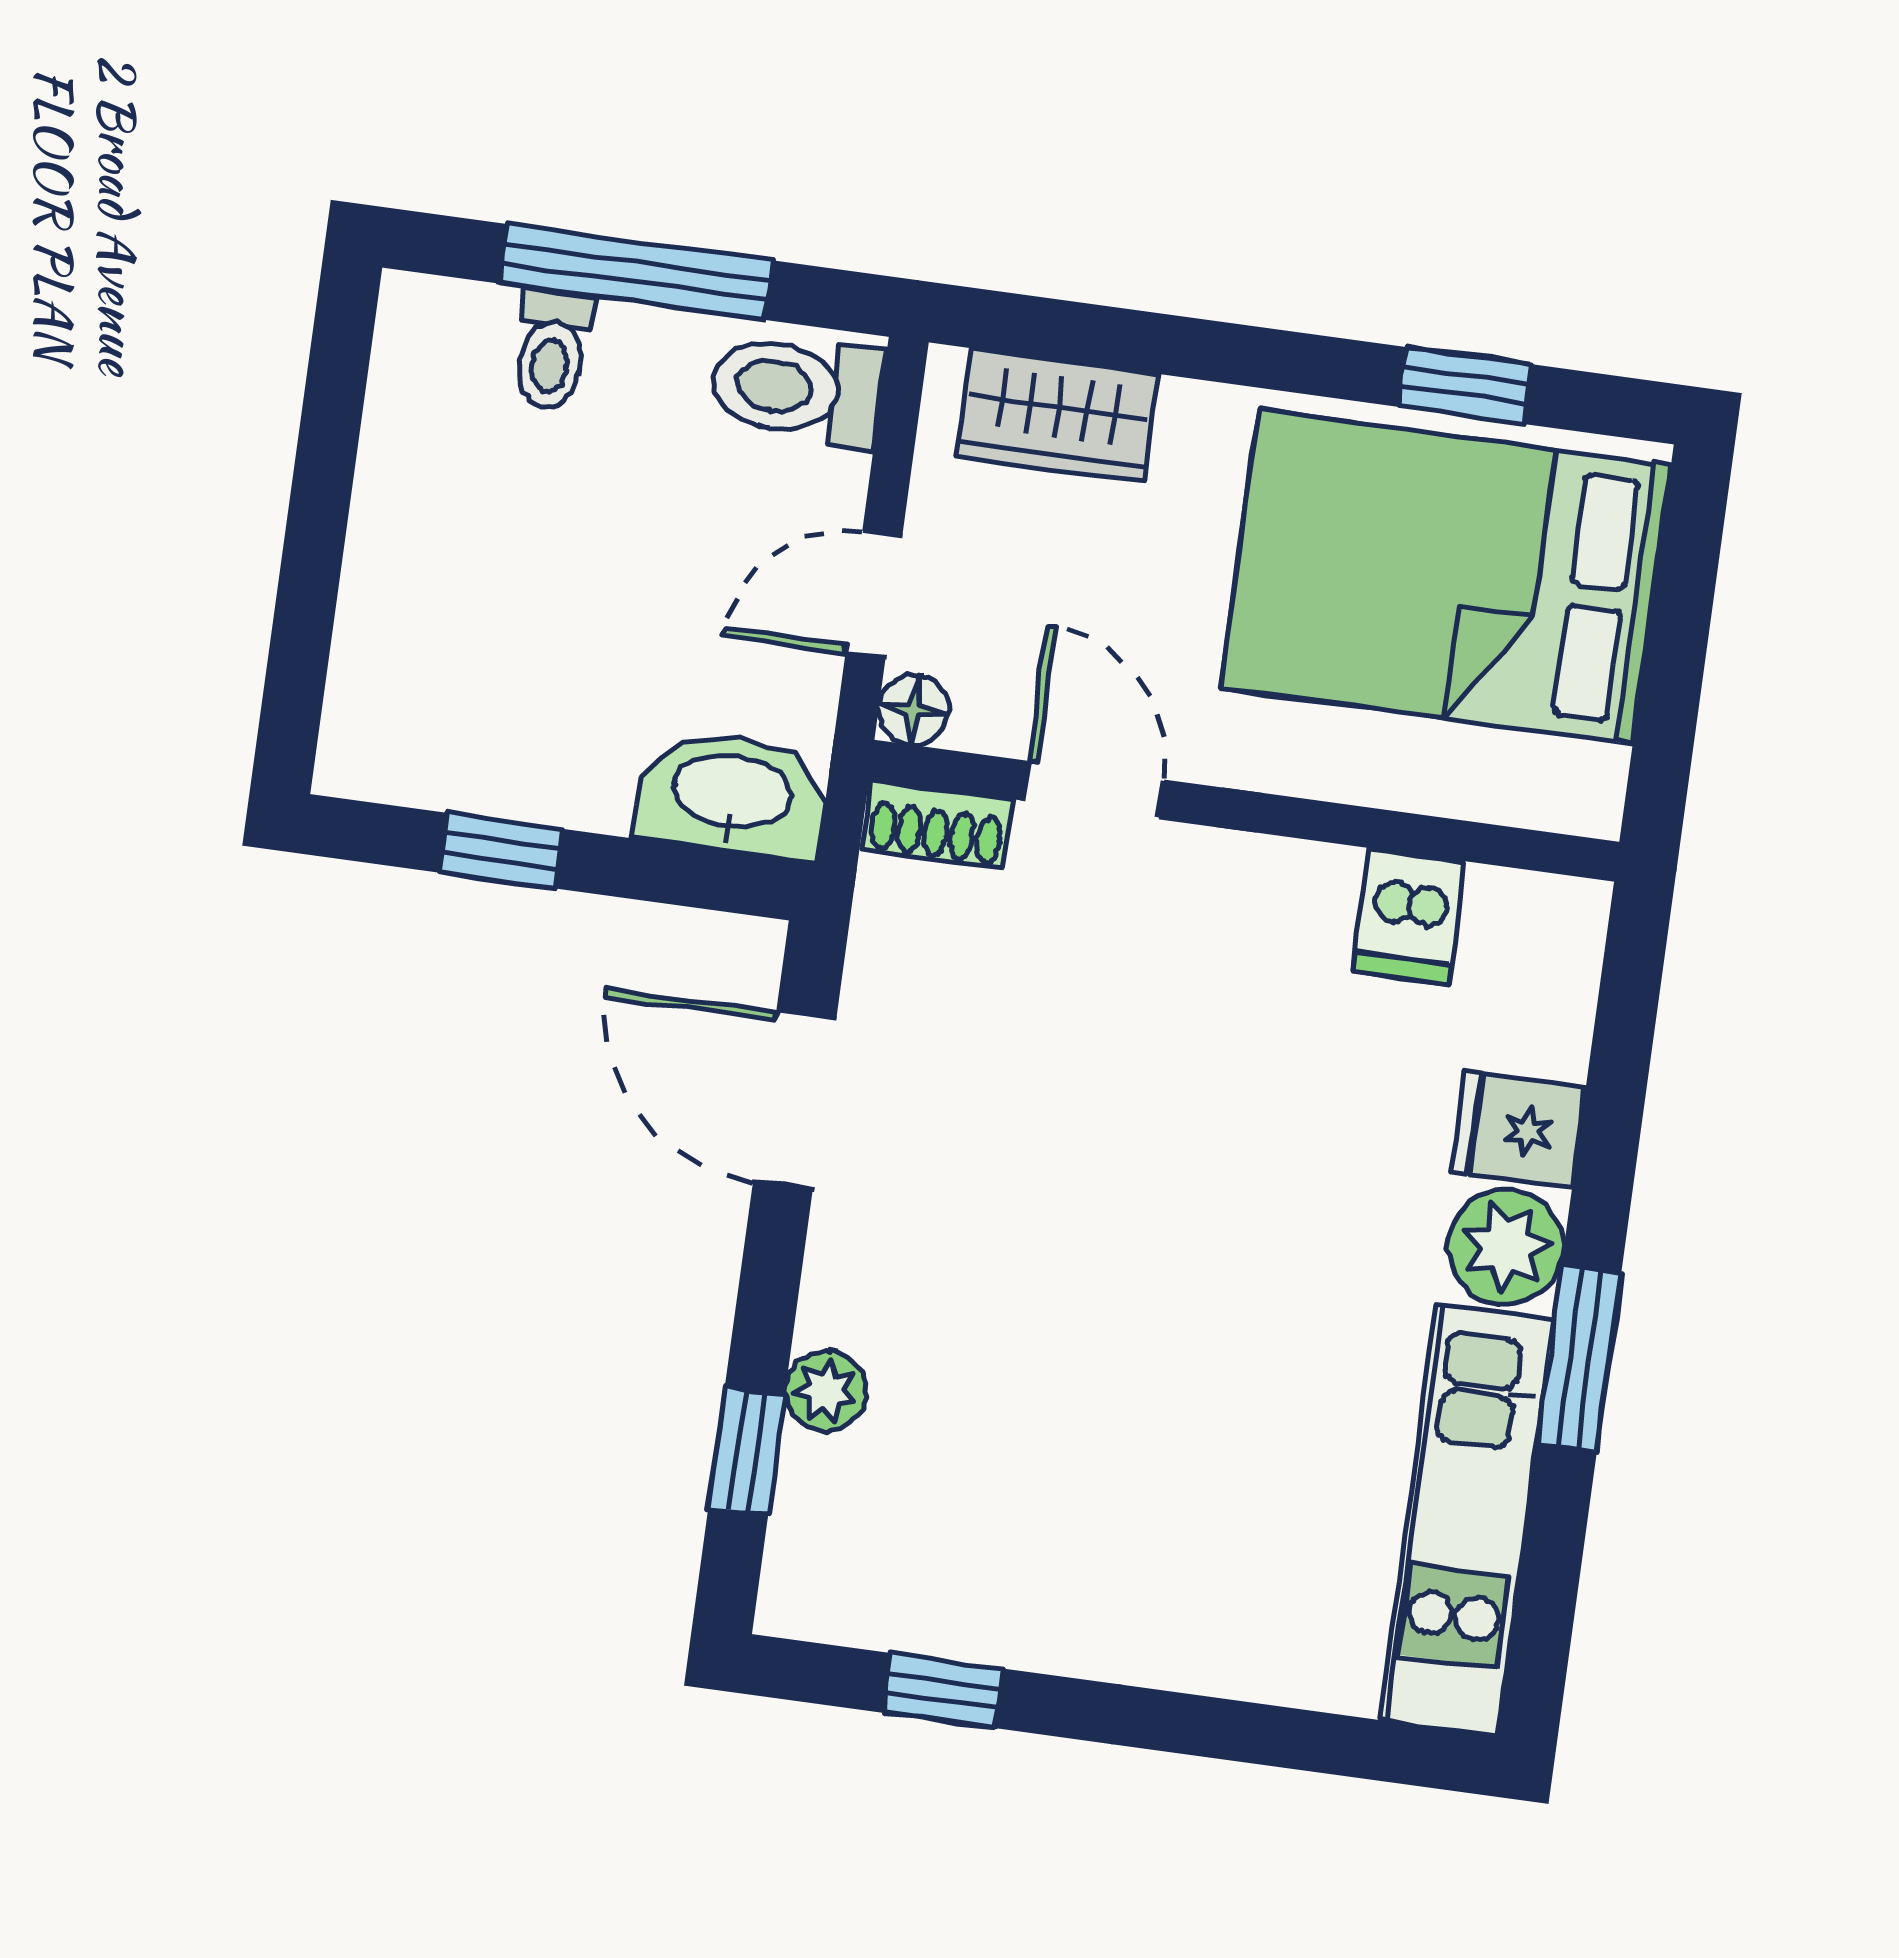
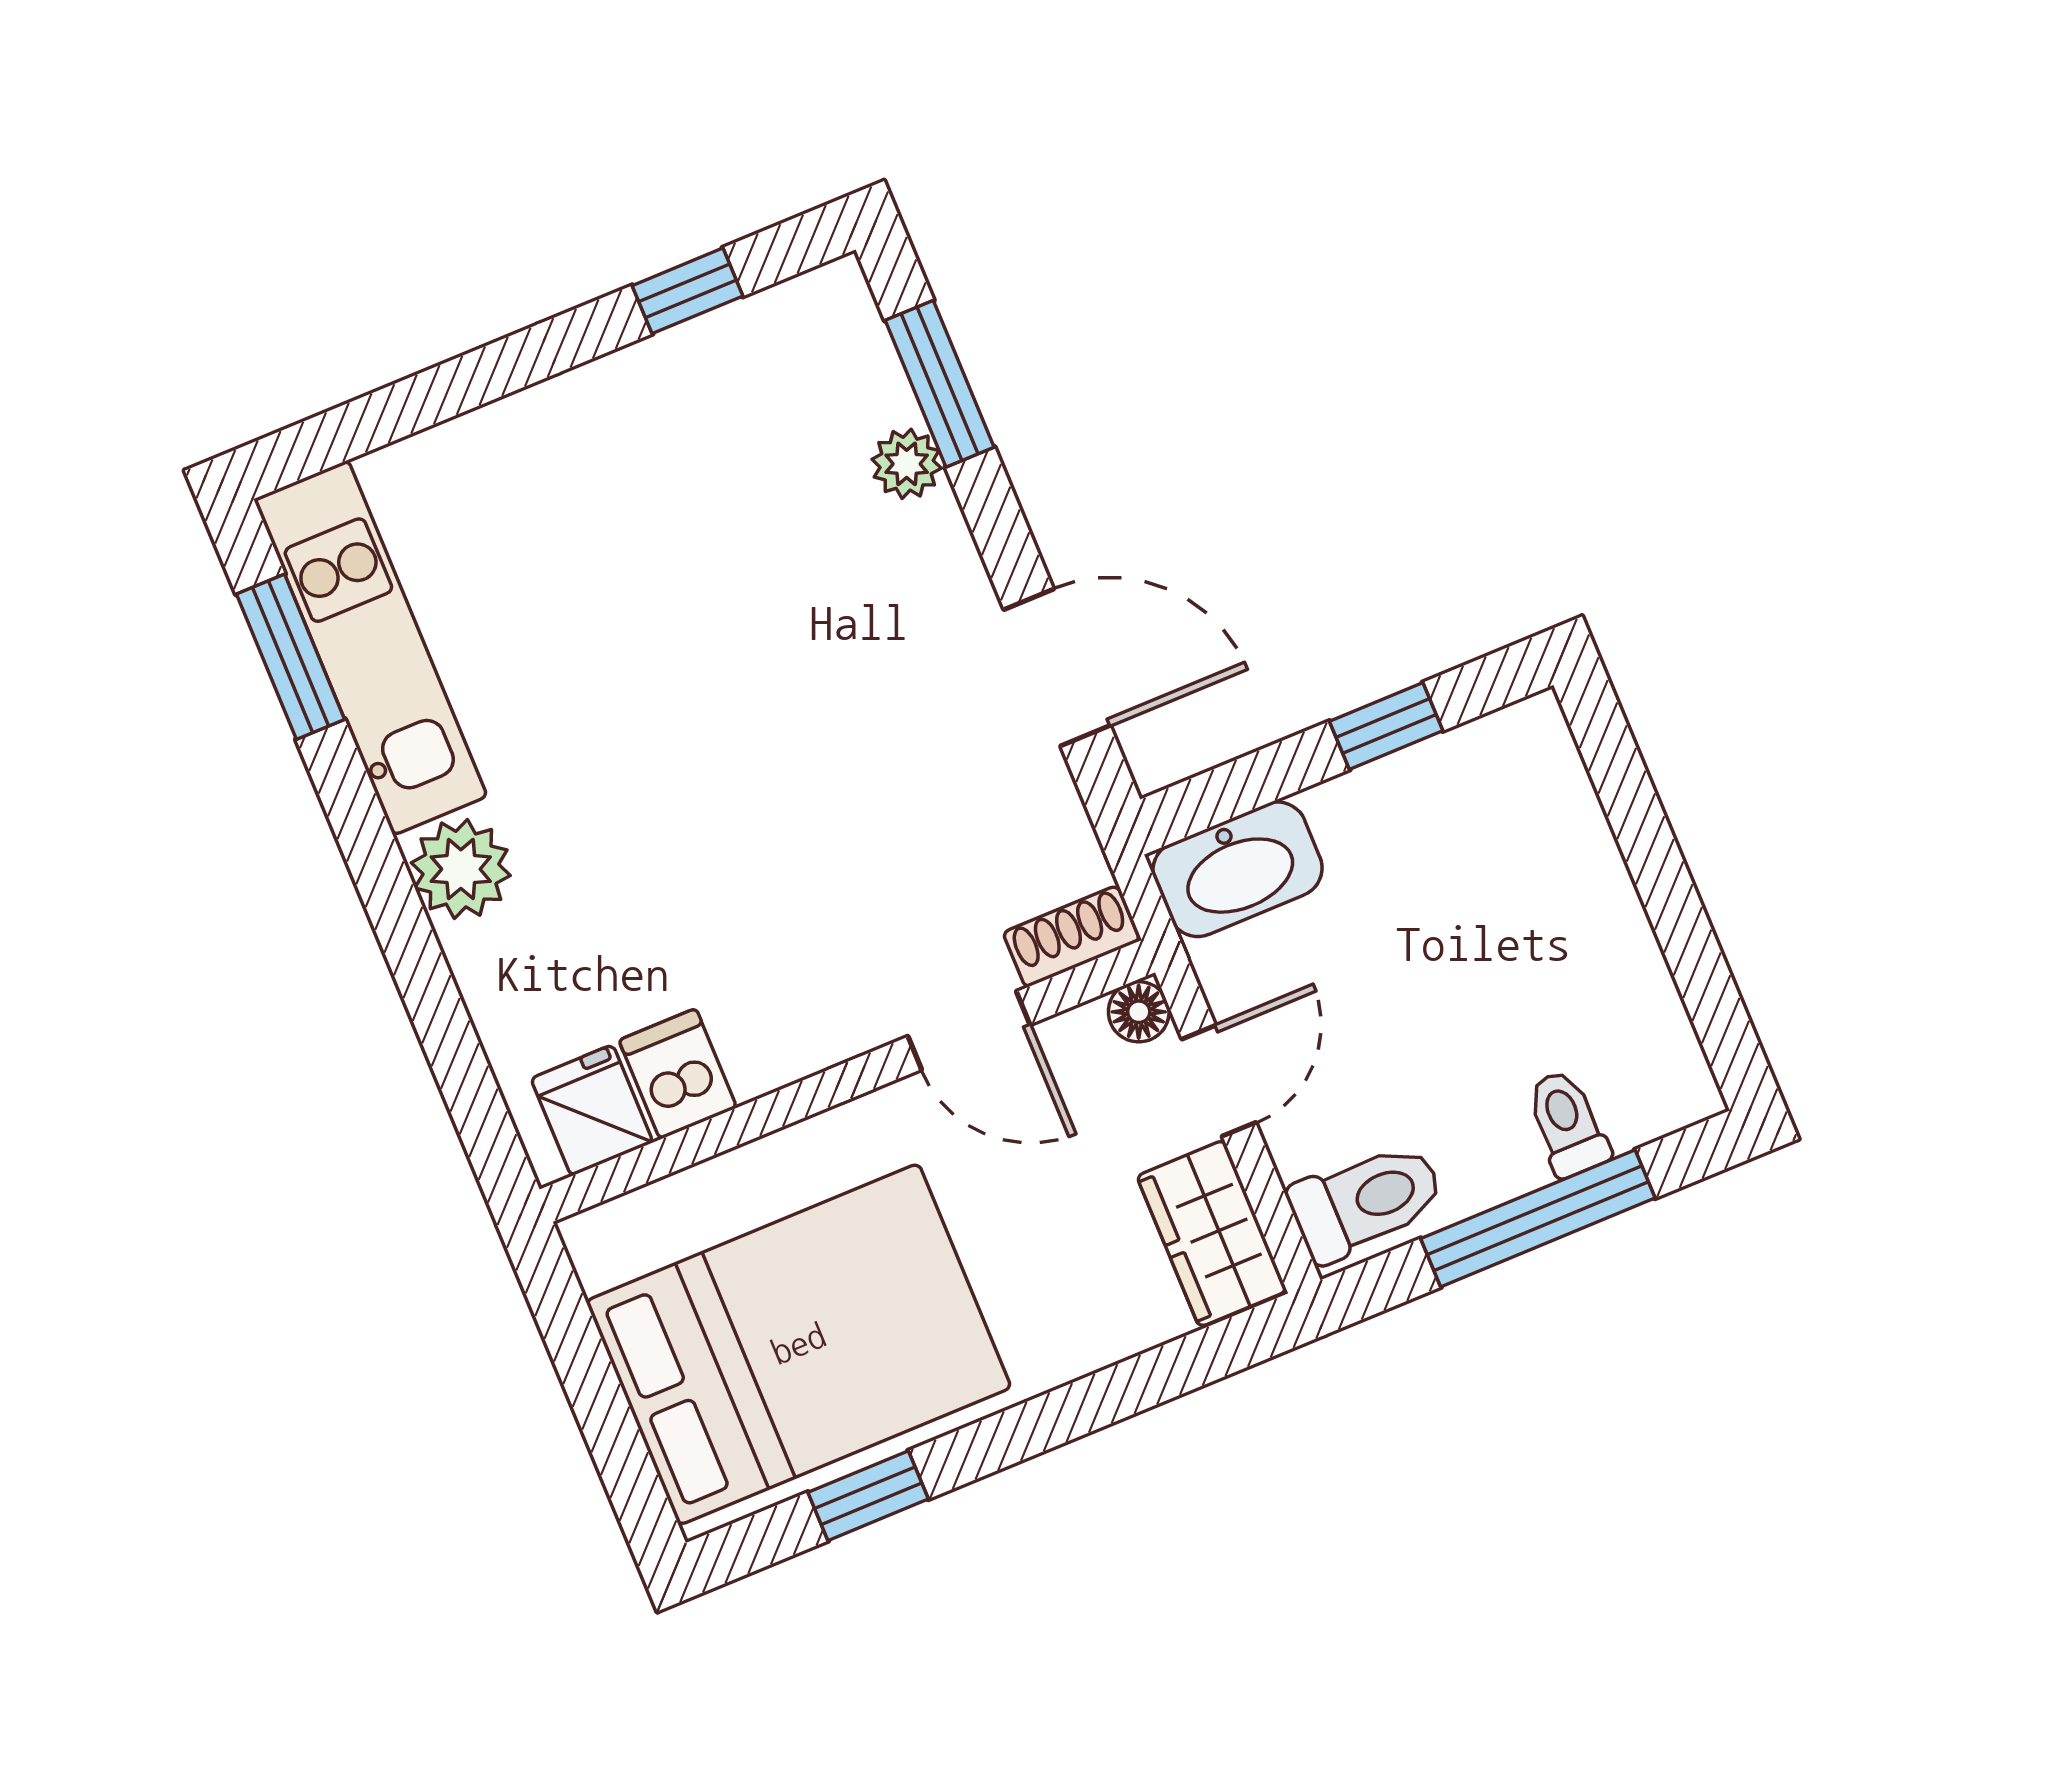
wardrobe: (1057, 416) -> (1212, 1234), moved, turned -90
fridge: (1518, 1130) -> (592, 1110), moved, turned -90
window: (1579, 1359) -> (290, 657), moved
window: (746, 1451) -> (940, 384), width x1.50

